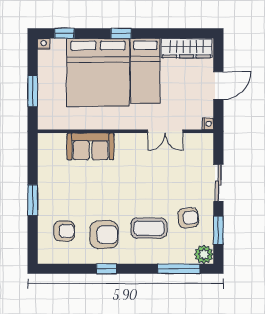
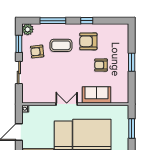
double door: (165, 131) -> (67, 104), moved
armchair: (64, 231) -> (101, 65), moved
window: (179, 269) -> (53, 21), moved

